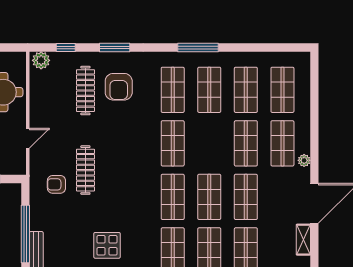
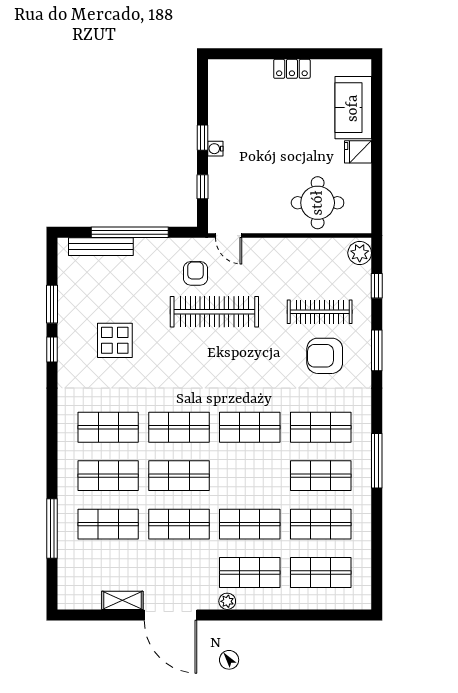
door: (28, 138) -> (229, 235), moved
clothes rail: (85, 170) -> (214, 312), width x1.37, depth x1.31

